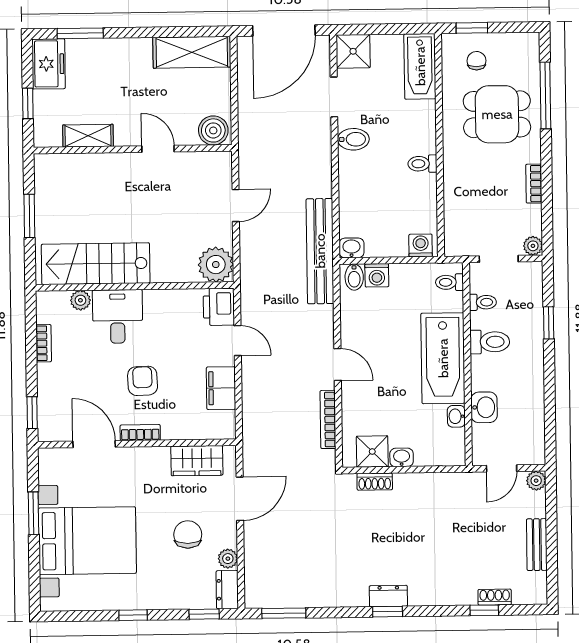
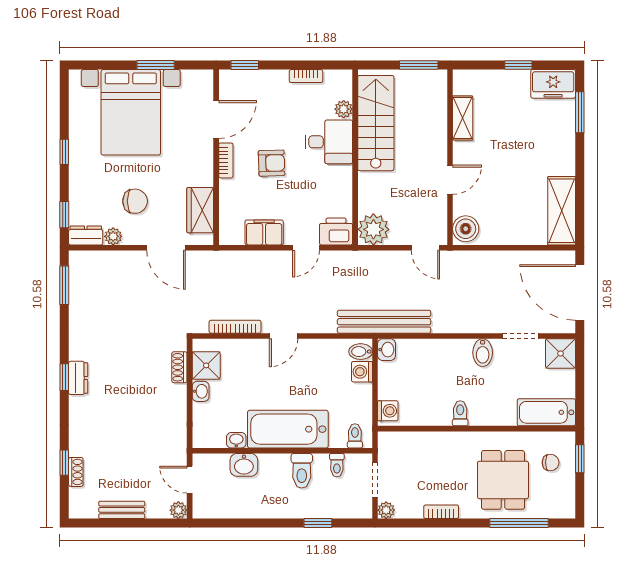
boiler: (213, 130) -> (466, 229), moved
shelving: (88, 136) -> (463, 118), moved
wall: (133, 149) -> (450, 157), moved
door: (158, 149) -> (450, 180), moved

